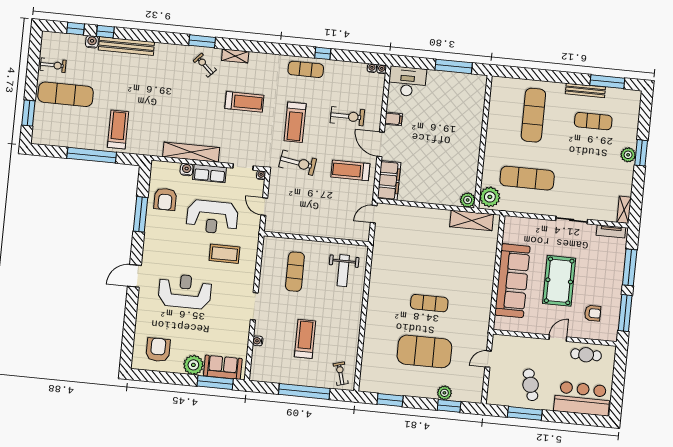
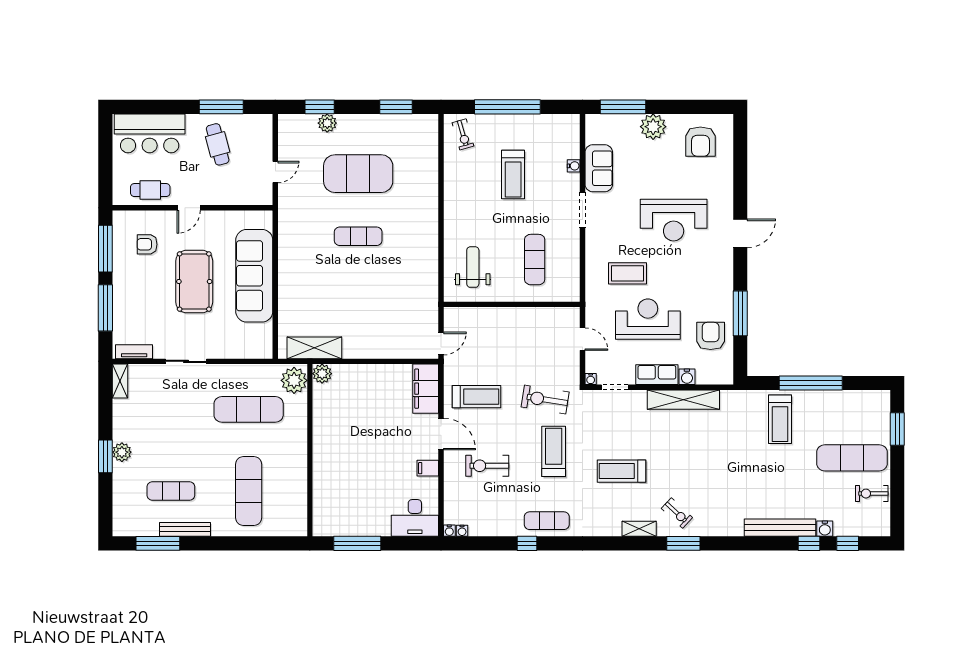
sofa: (223, 367) -> (599, 168), moved, turned -90

